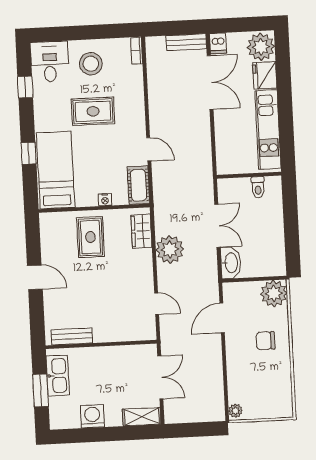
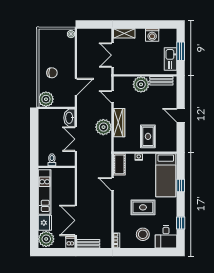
wardrobe: (141, 231) -> (119, 123), moved, width x1.50
plant: (107, 328) -> (141, 84), added

